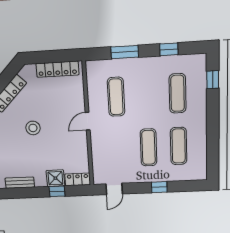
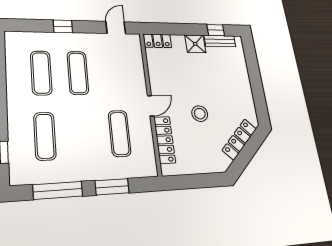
window: (169, 49) -> (58, 190), width x2.17
locker: (57, 69) -> (165, 140), moved, turned 90
stool: (33, 128) -> (200, 114), moved
shower: (55, 178) -> (195, 44), moved
window: (57, 191) -> (216, 30), moved

